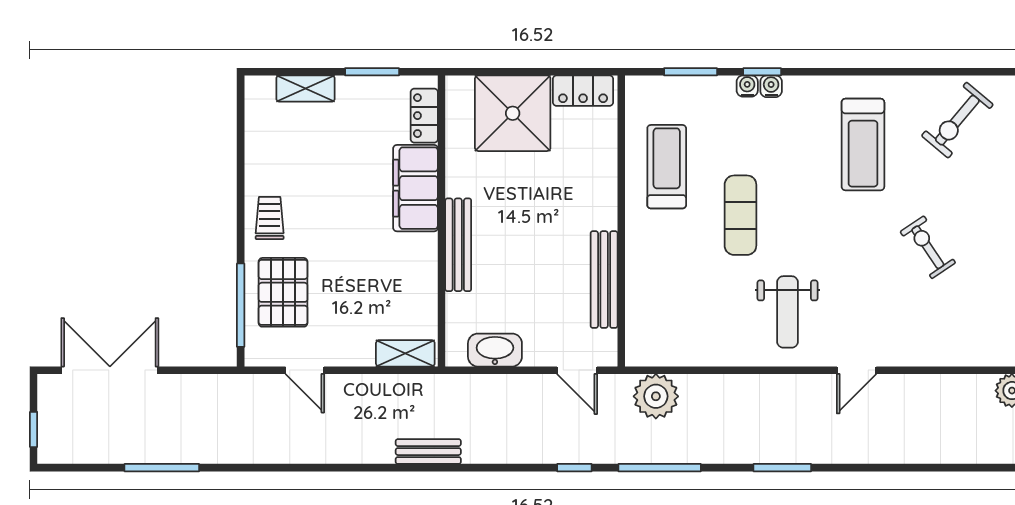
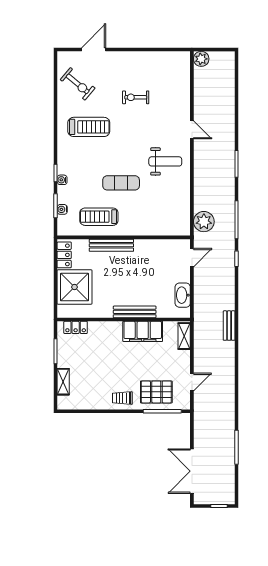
water cooler: (771, 86) -> (62, 209), moved
filing cabinet: (416, 188) -> (143, 331), moved
exercise bike: (928, 247) -> (136, 97), turned 34
bench: (604, 280) -> (111, 245), moved

